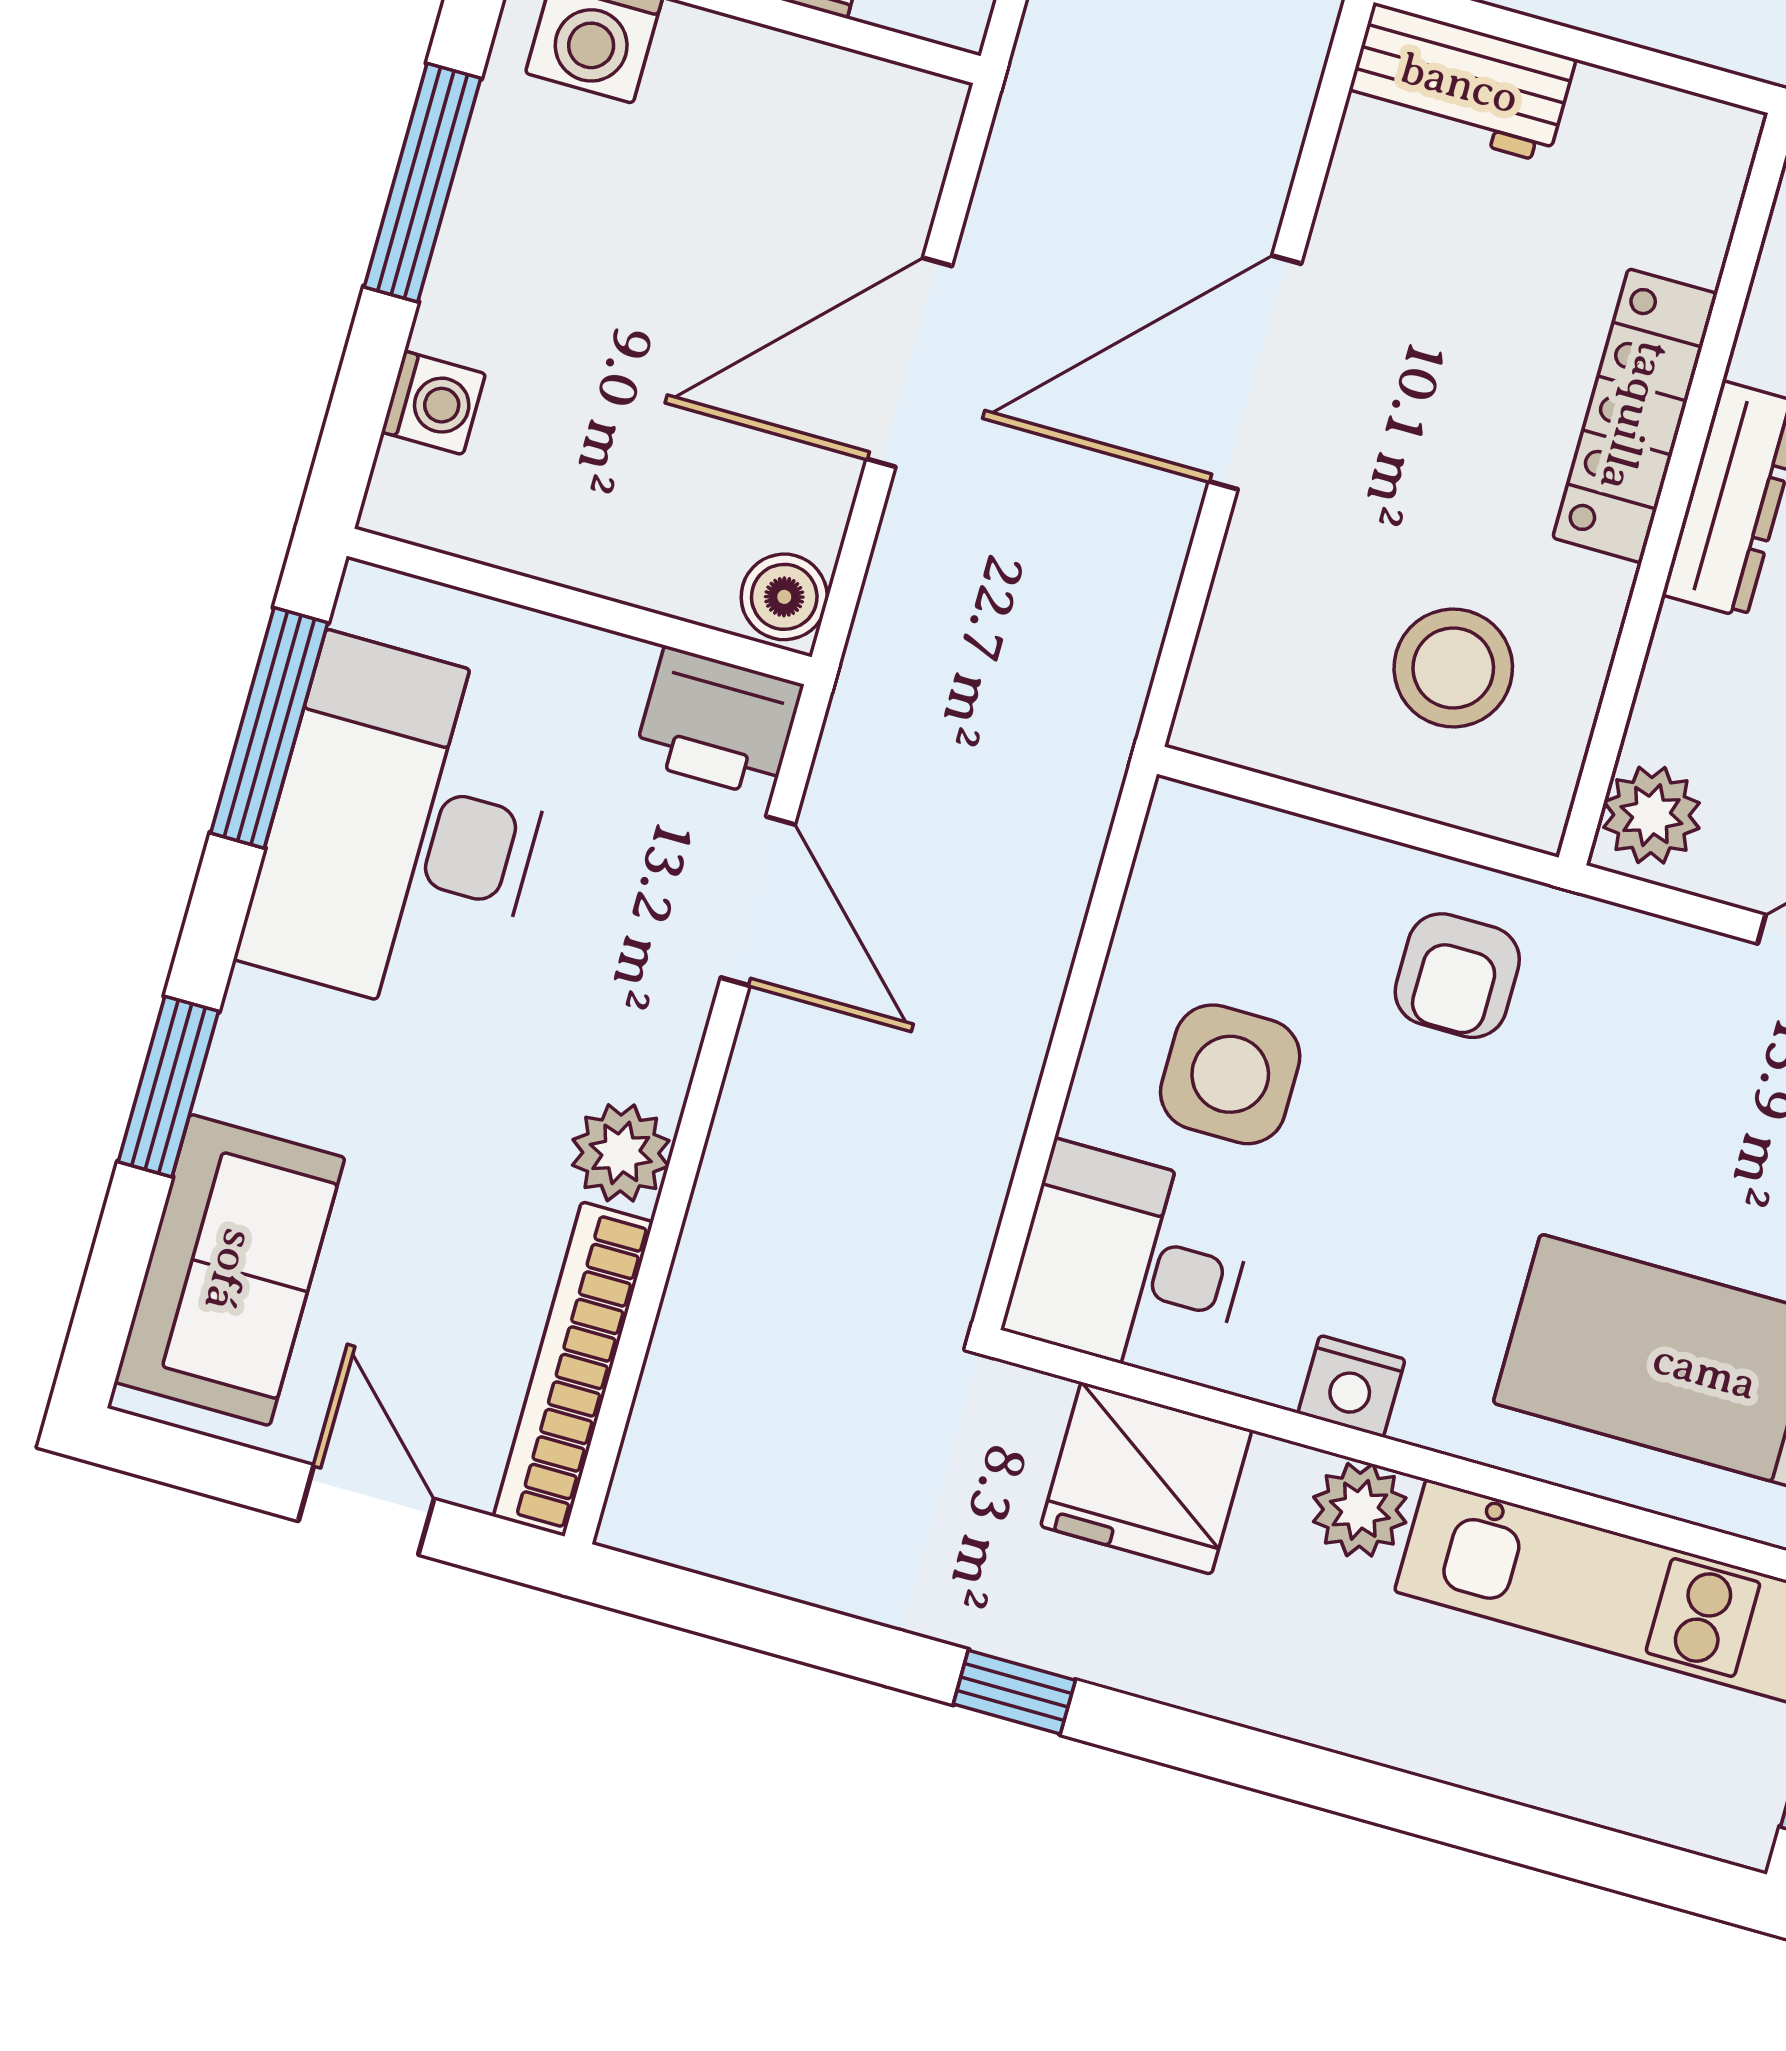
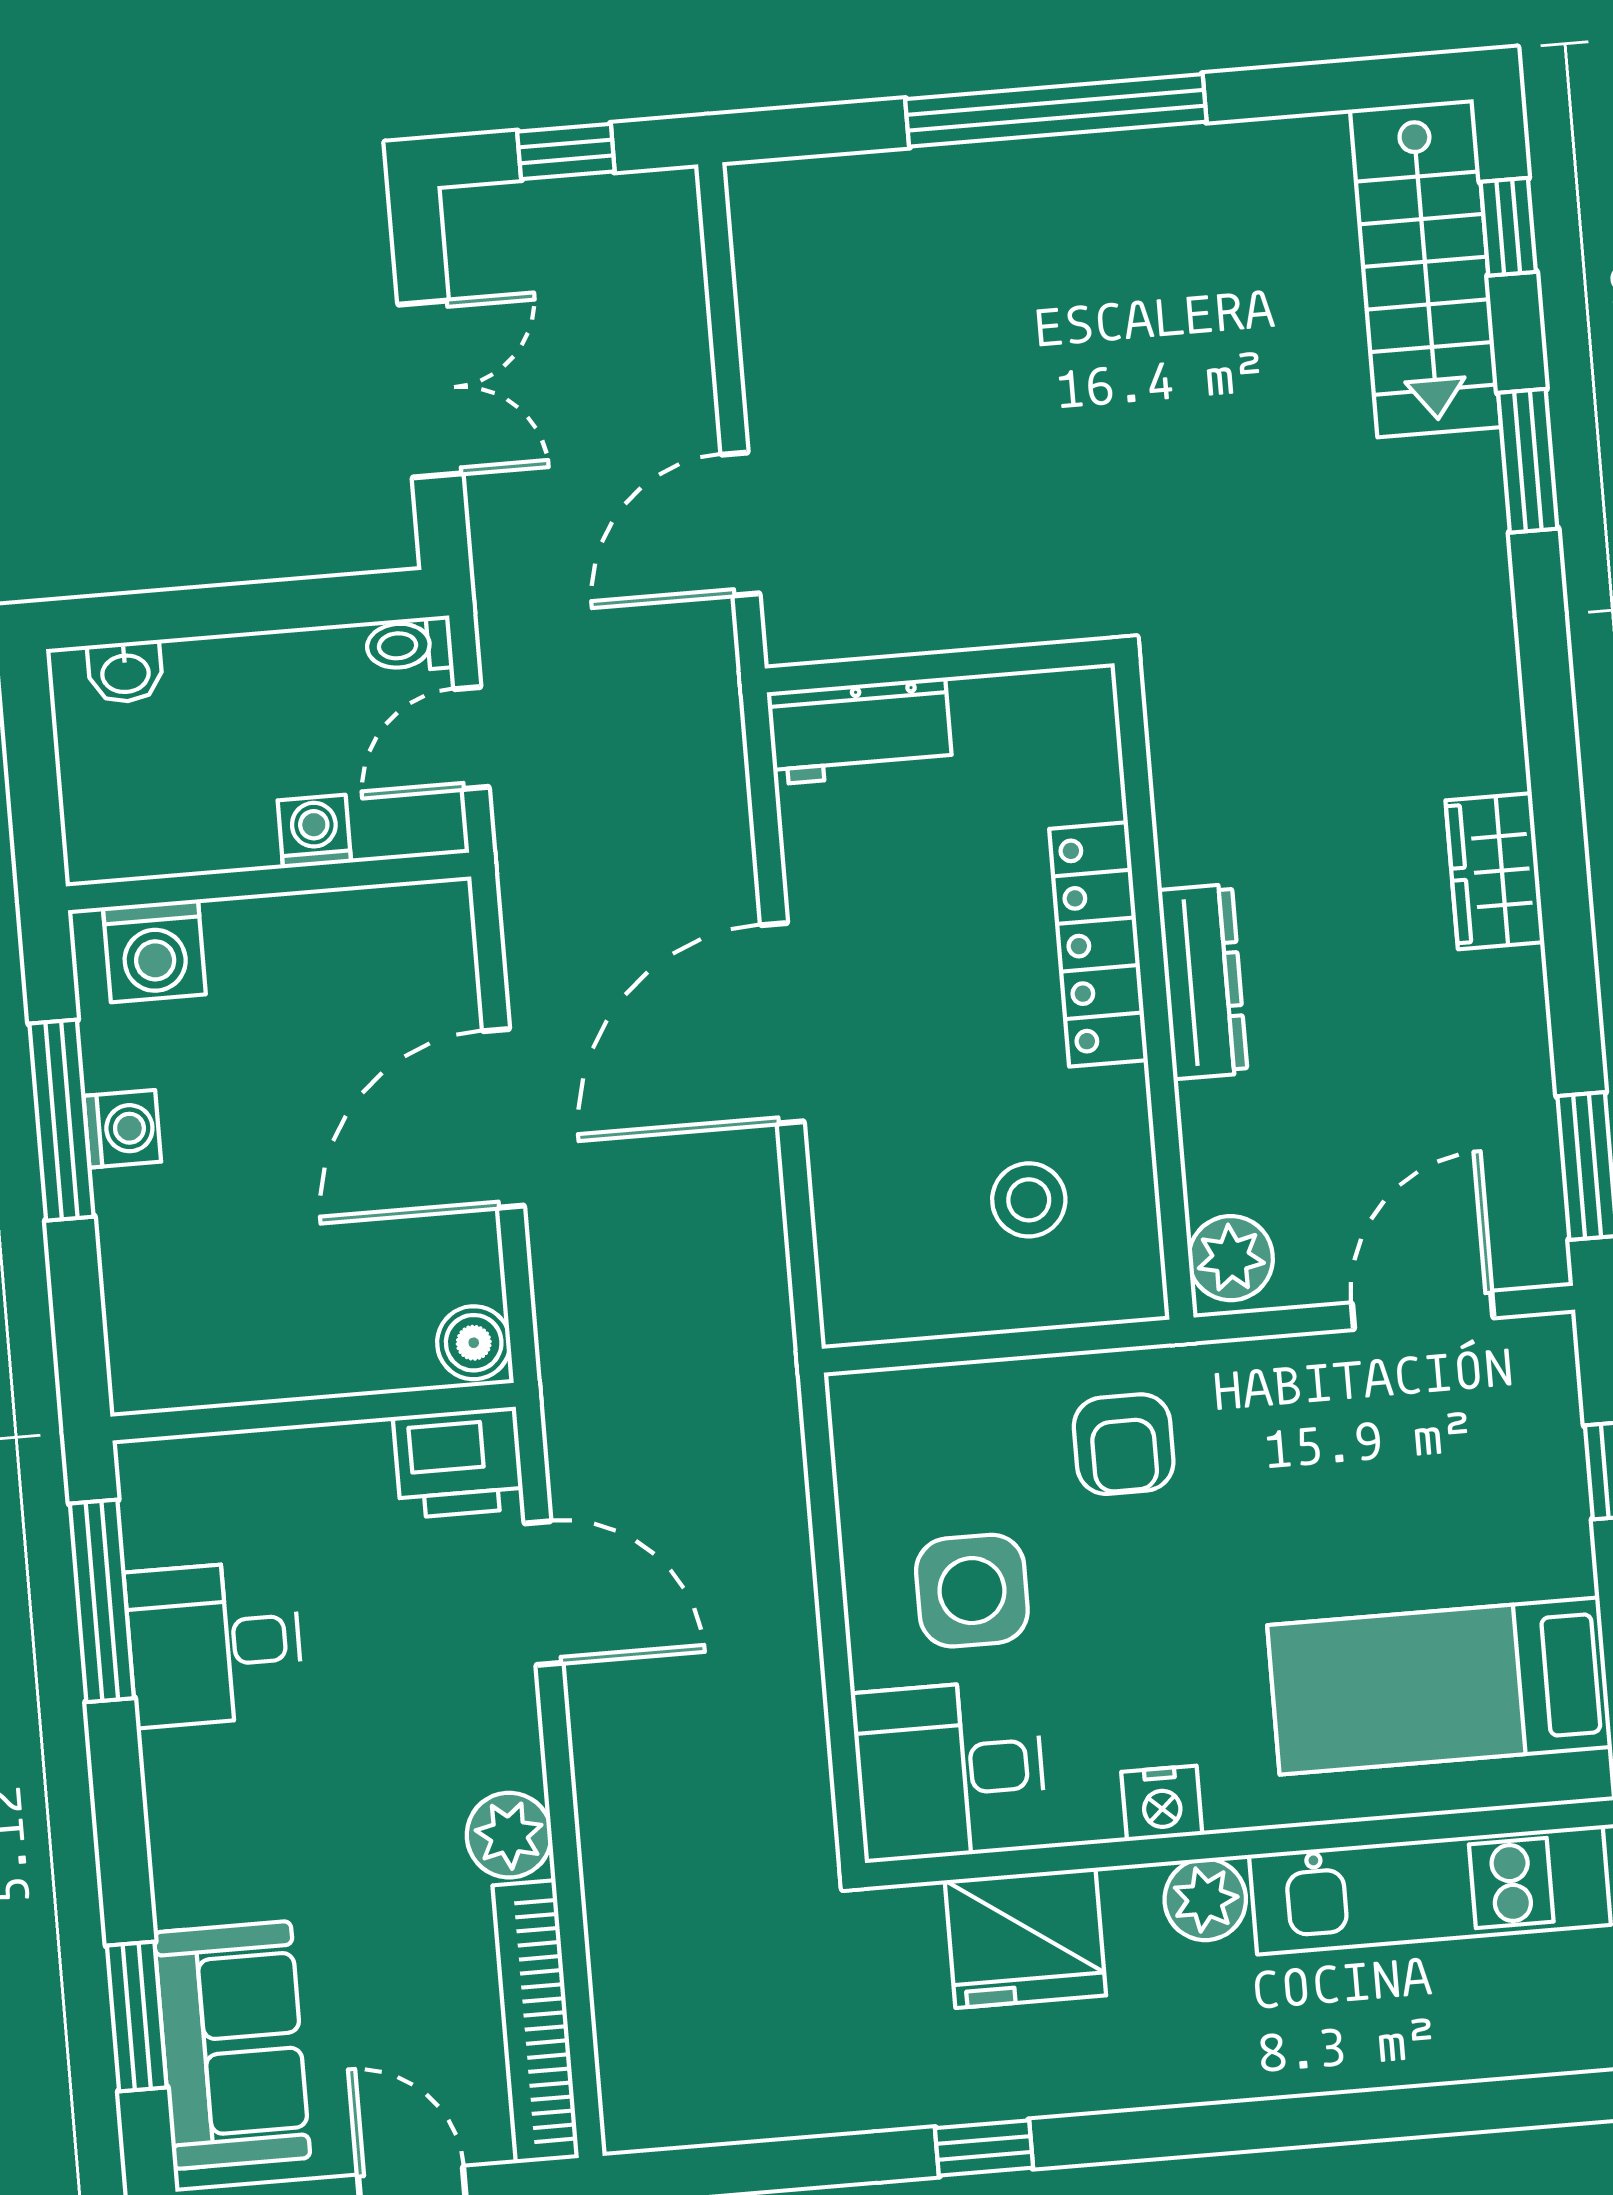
washing machine: (434, 403) -> (122, 1129), moved
stool: (1453, 668) -> (1029, 1200), width x0.73, depth x0.73
desk: (404, 829) -> (214, 1644), width x0.53, depth x0.77
window: (168, 1087) -> (137, 2017), moved

